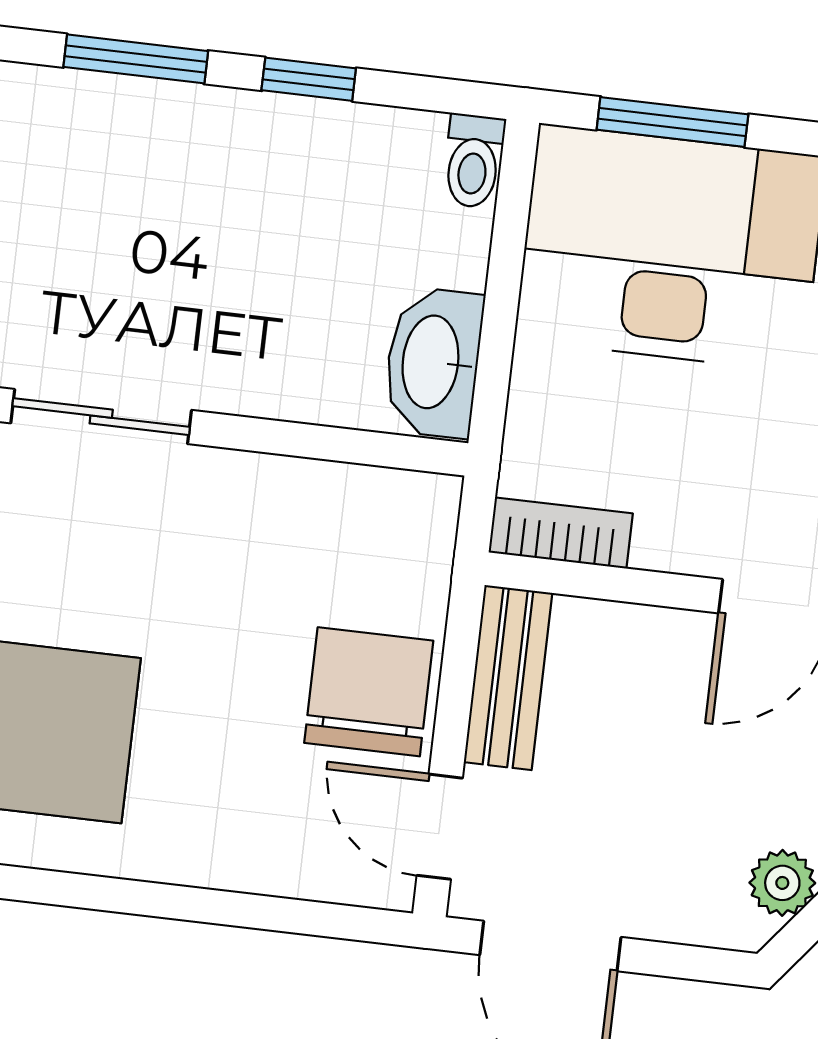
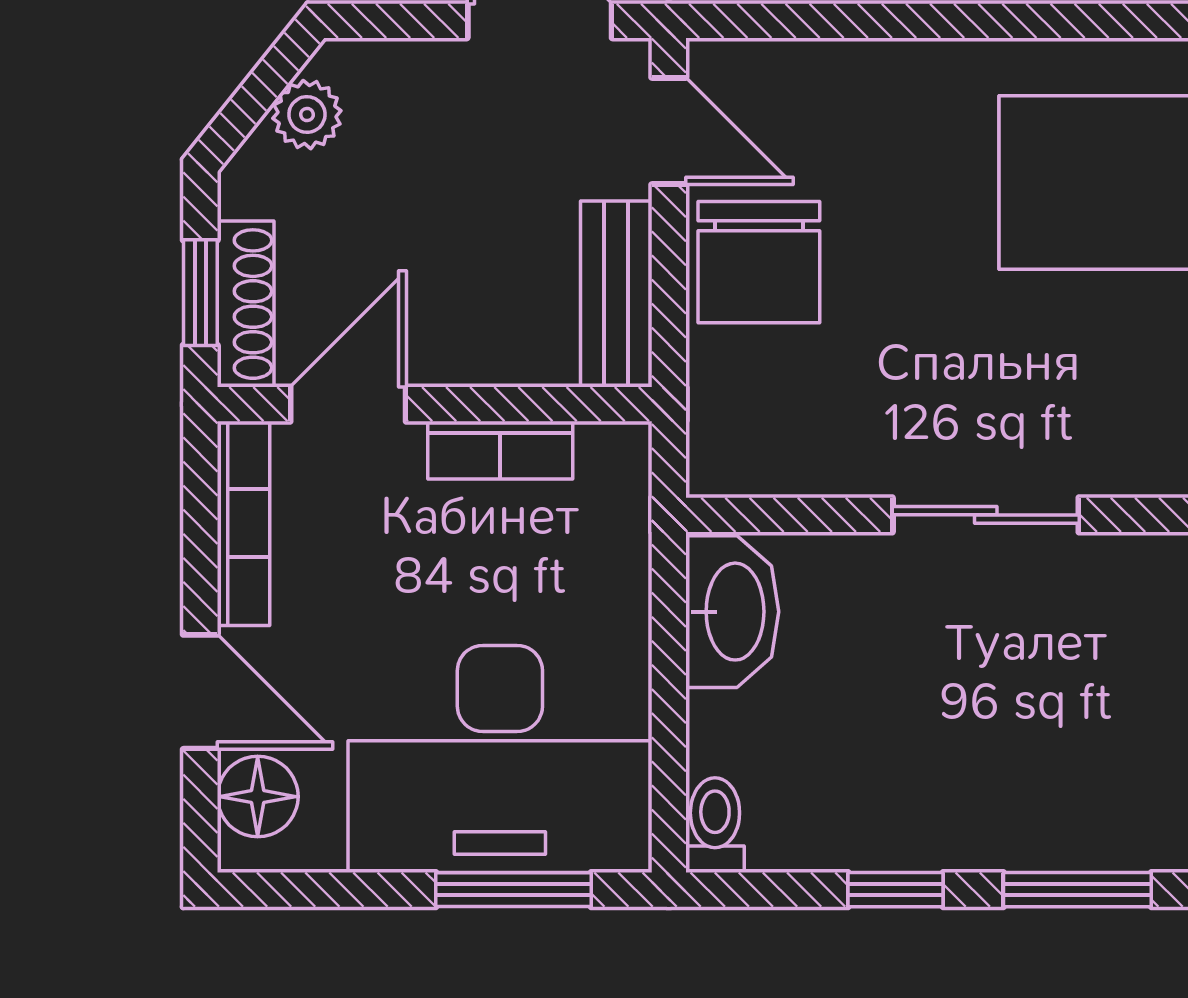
sliding door: (101, 417) -> (986, 515), moved
bookcase: (561, 533) -> (500, 450), moved

